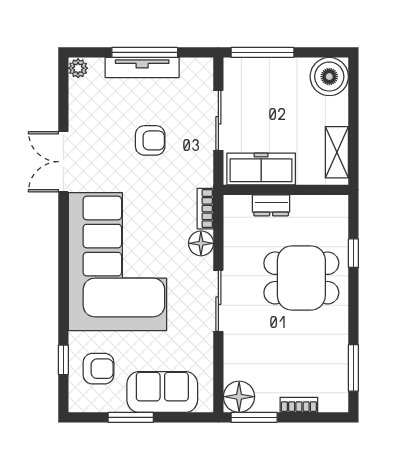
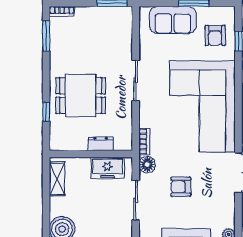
freezer: (261, 169) -> (107, 168), width x0.71
floor lamp: (201, 243) -> (147, 165), moved
armchair: (98, 369) -> (215, 35), turned -90
floor lamp: (239, 397) -> (122, 17), removed
bookcase: (299, 405) -> (62, 11), moved

